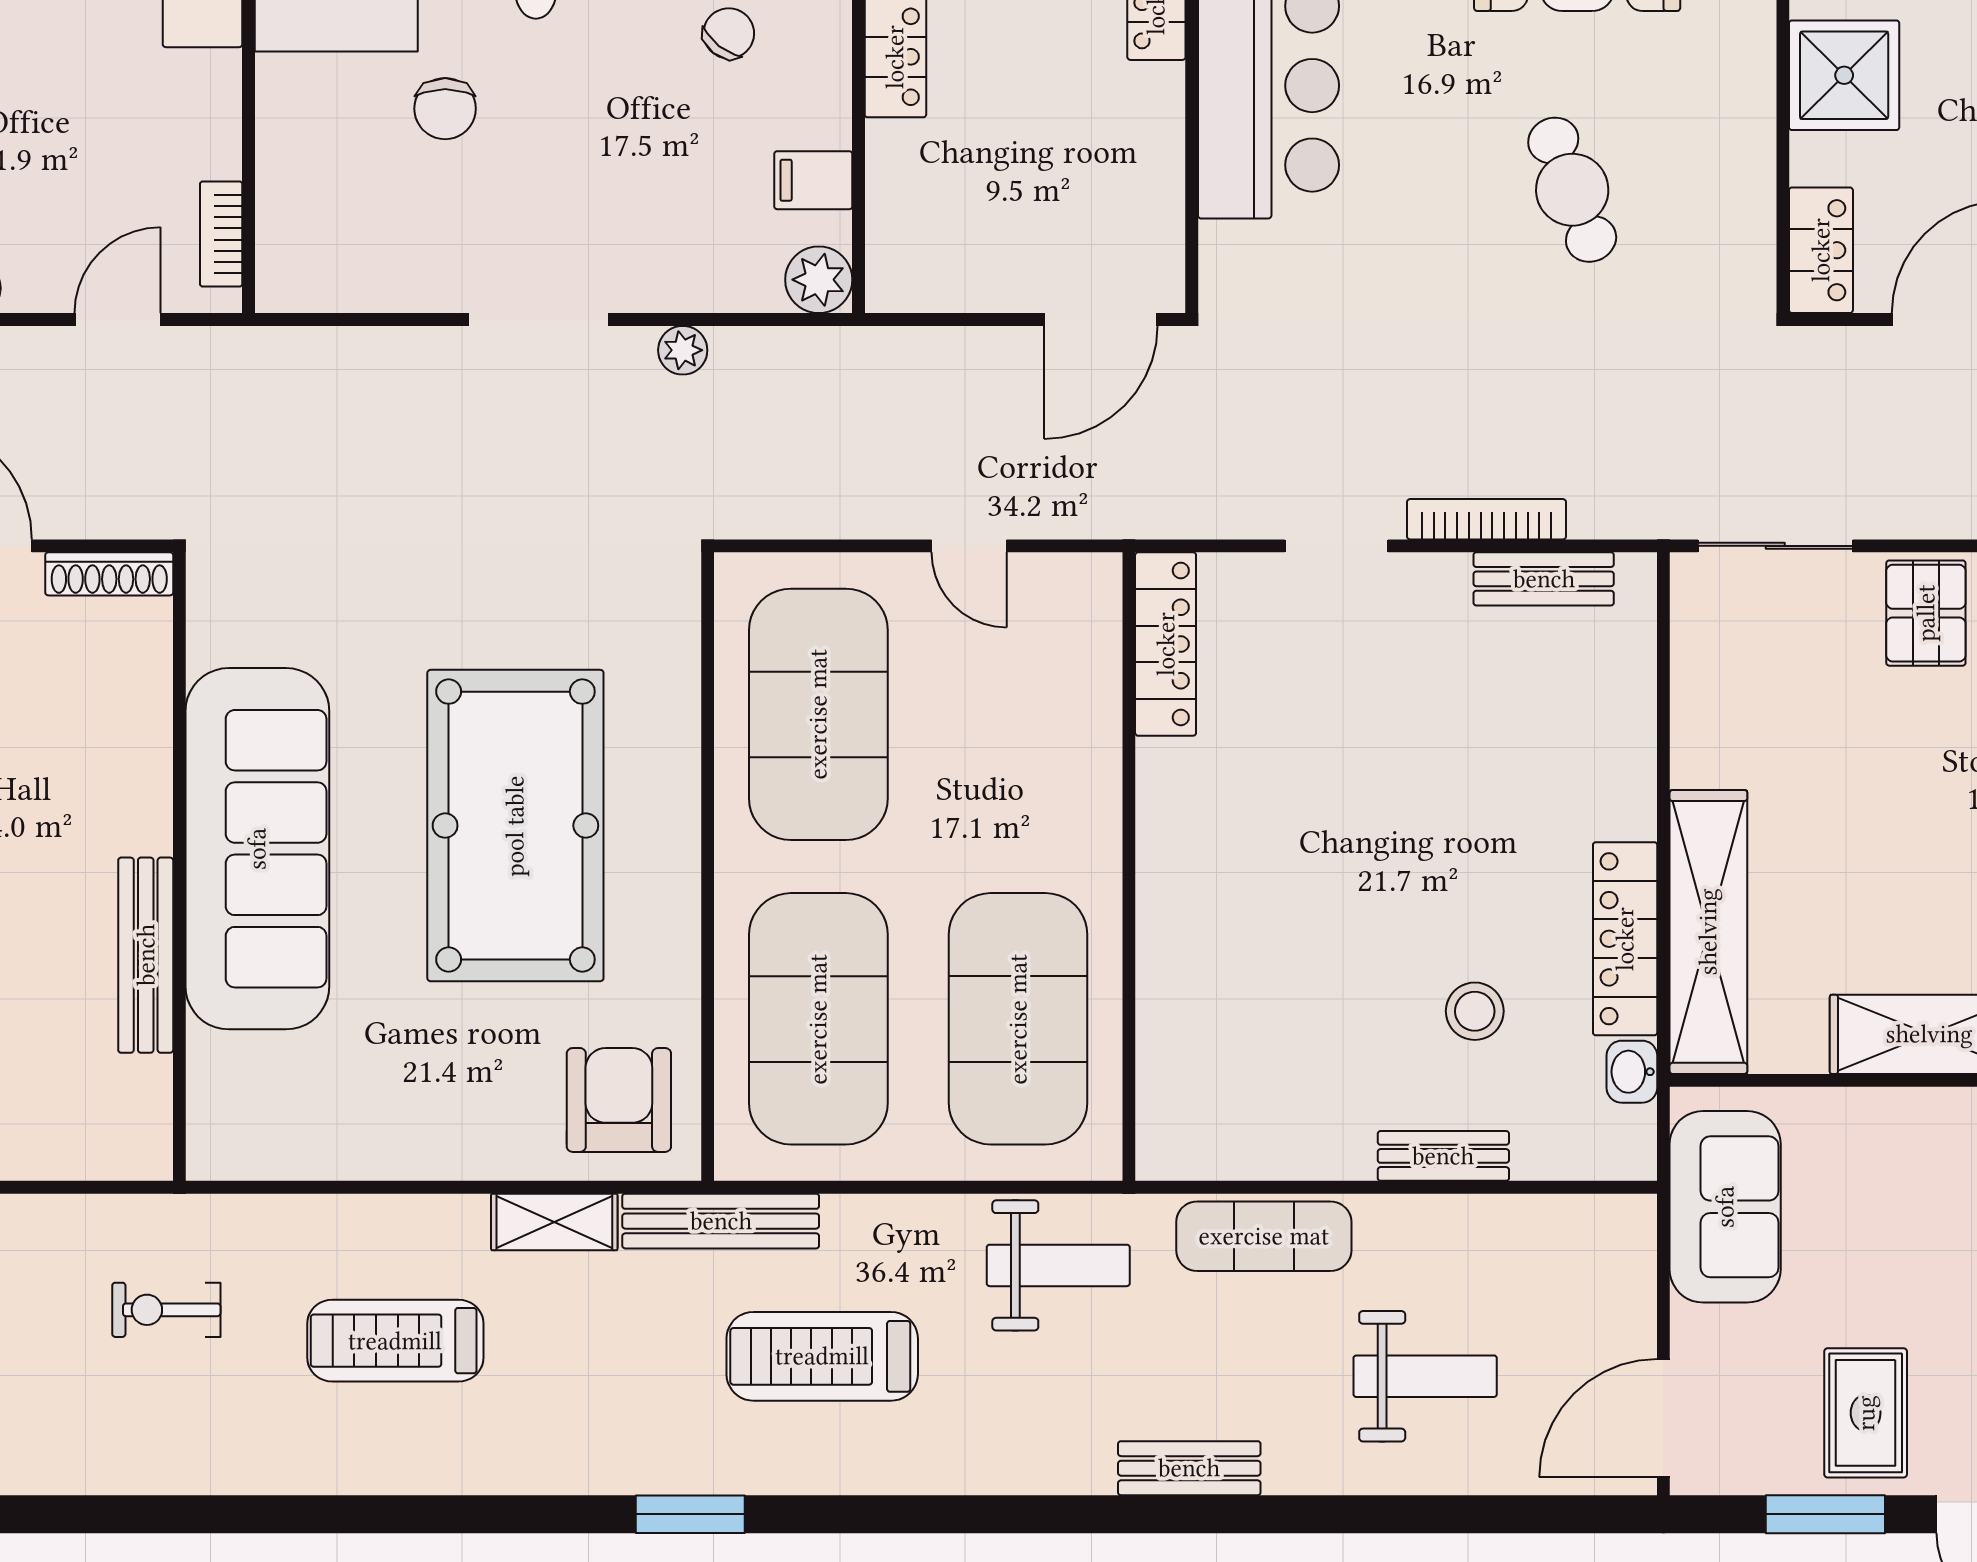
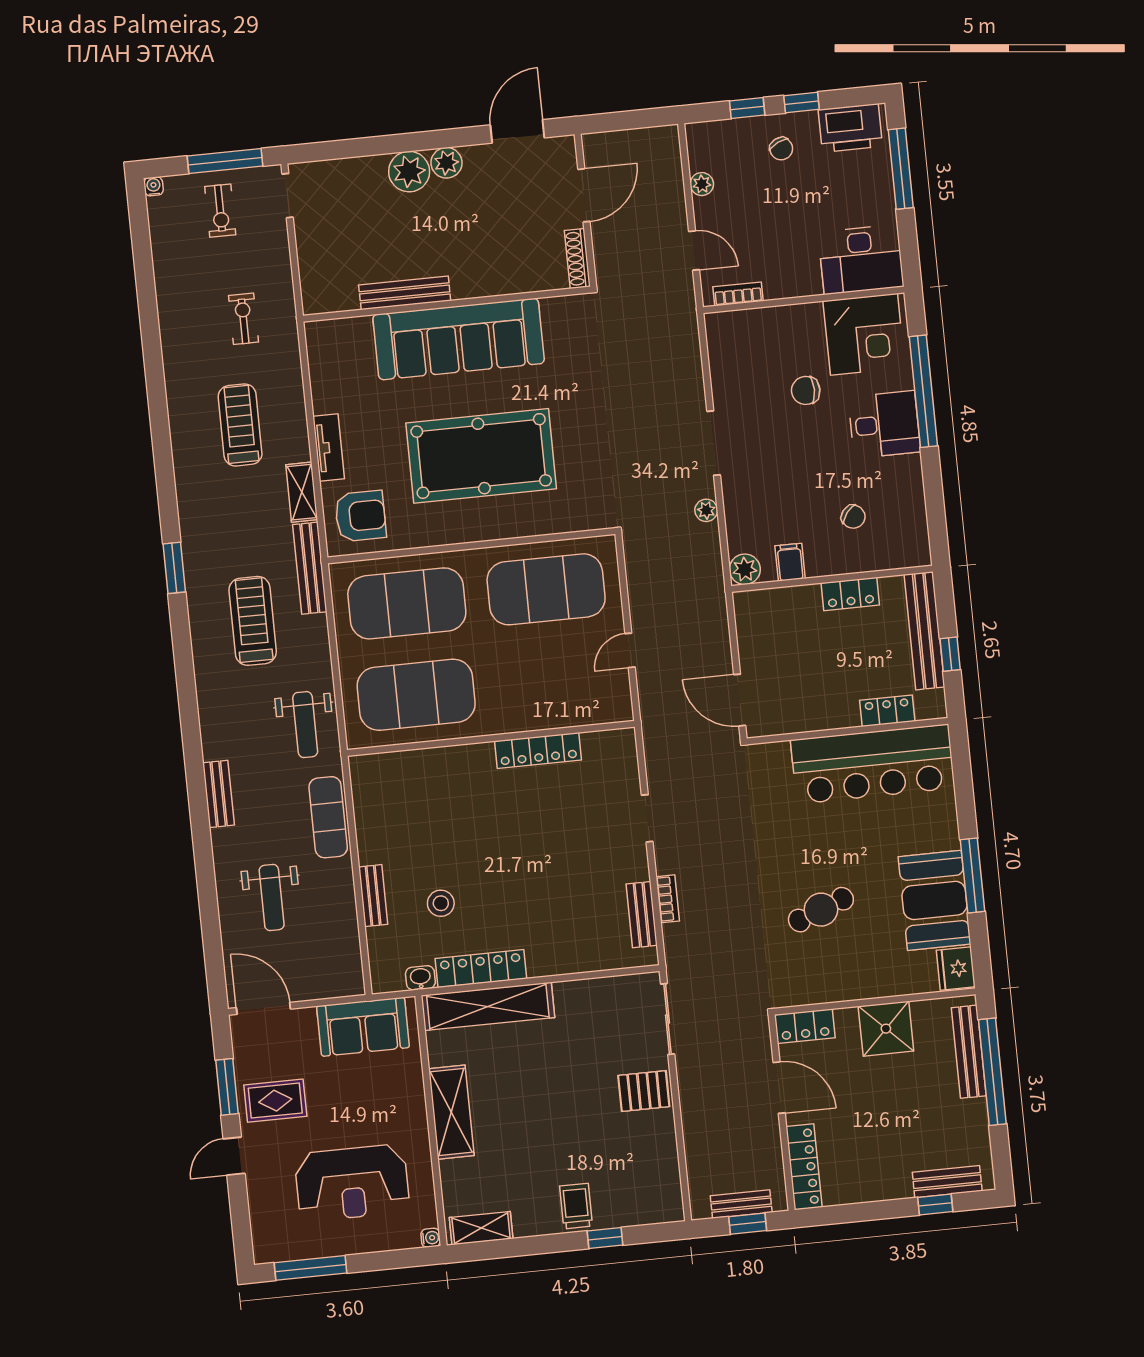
bookcase: (1487, 519) -> (668, 899), width x0.64
locker: (1166, 644) -> (538, 751), moved
tv unit: (464, 1154) -> (329, 448), added

